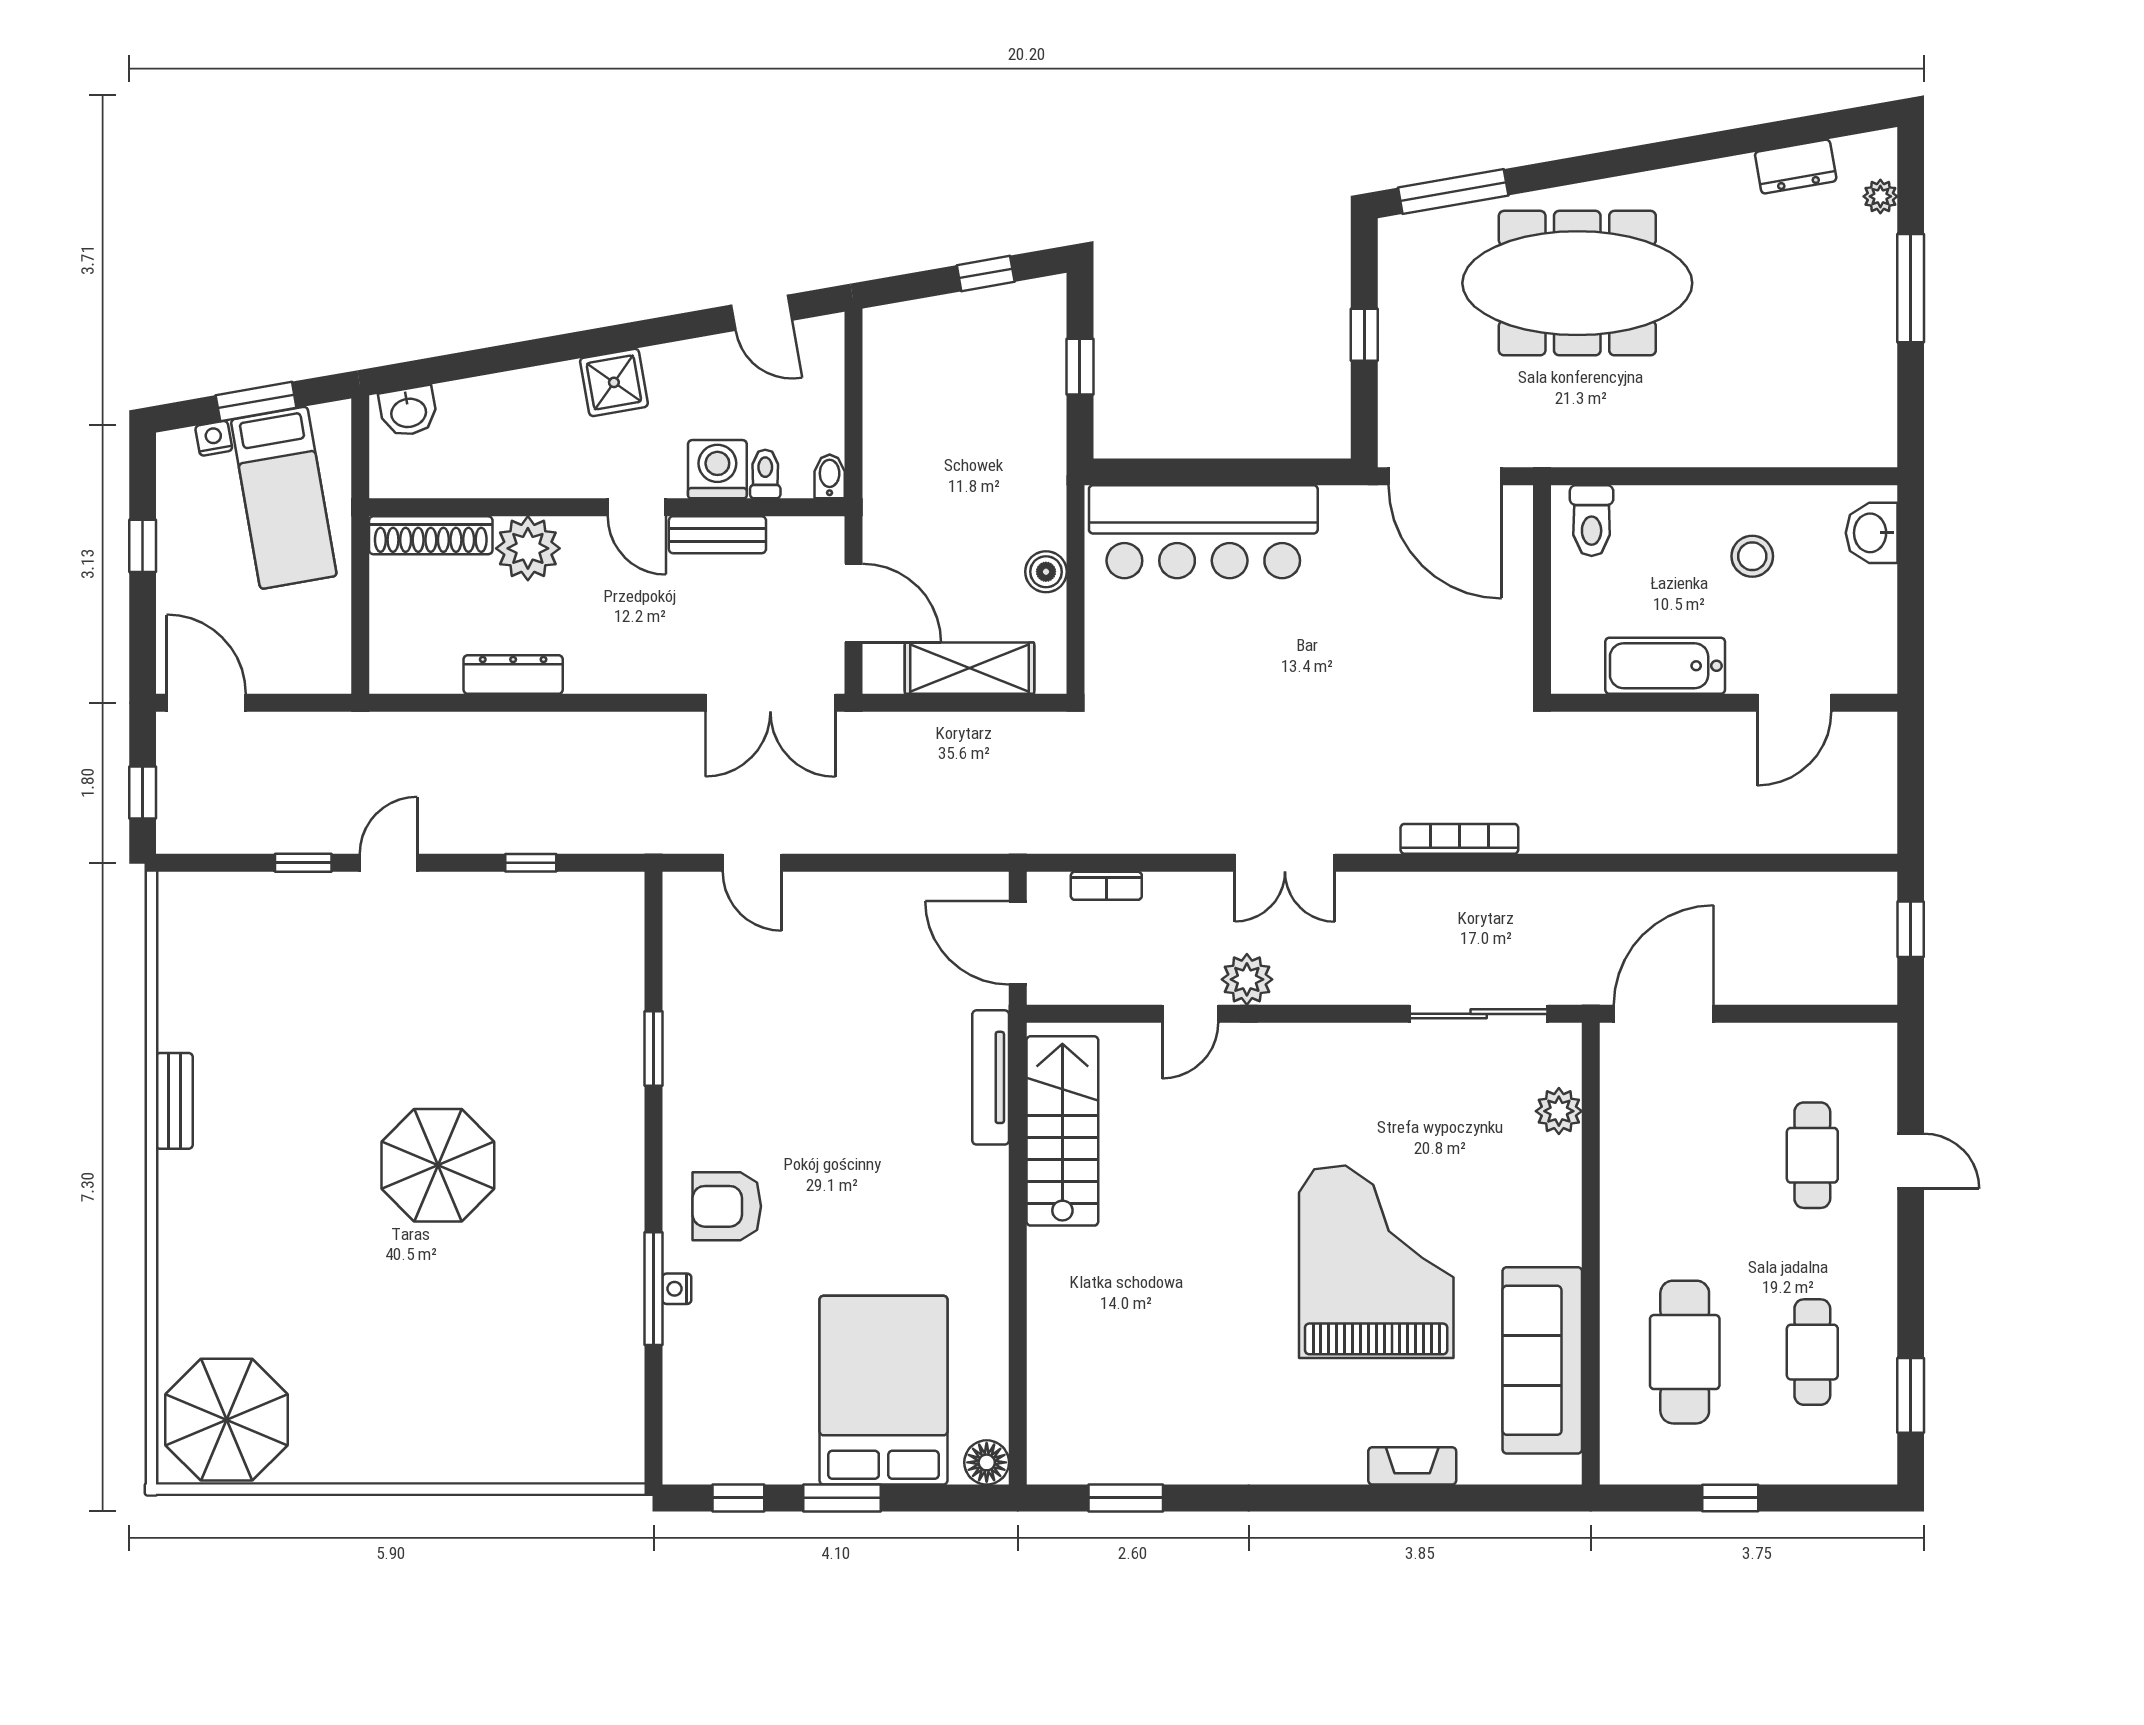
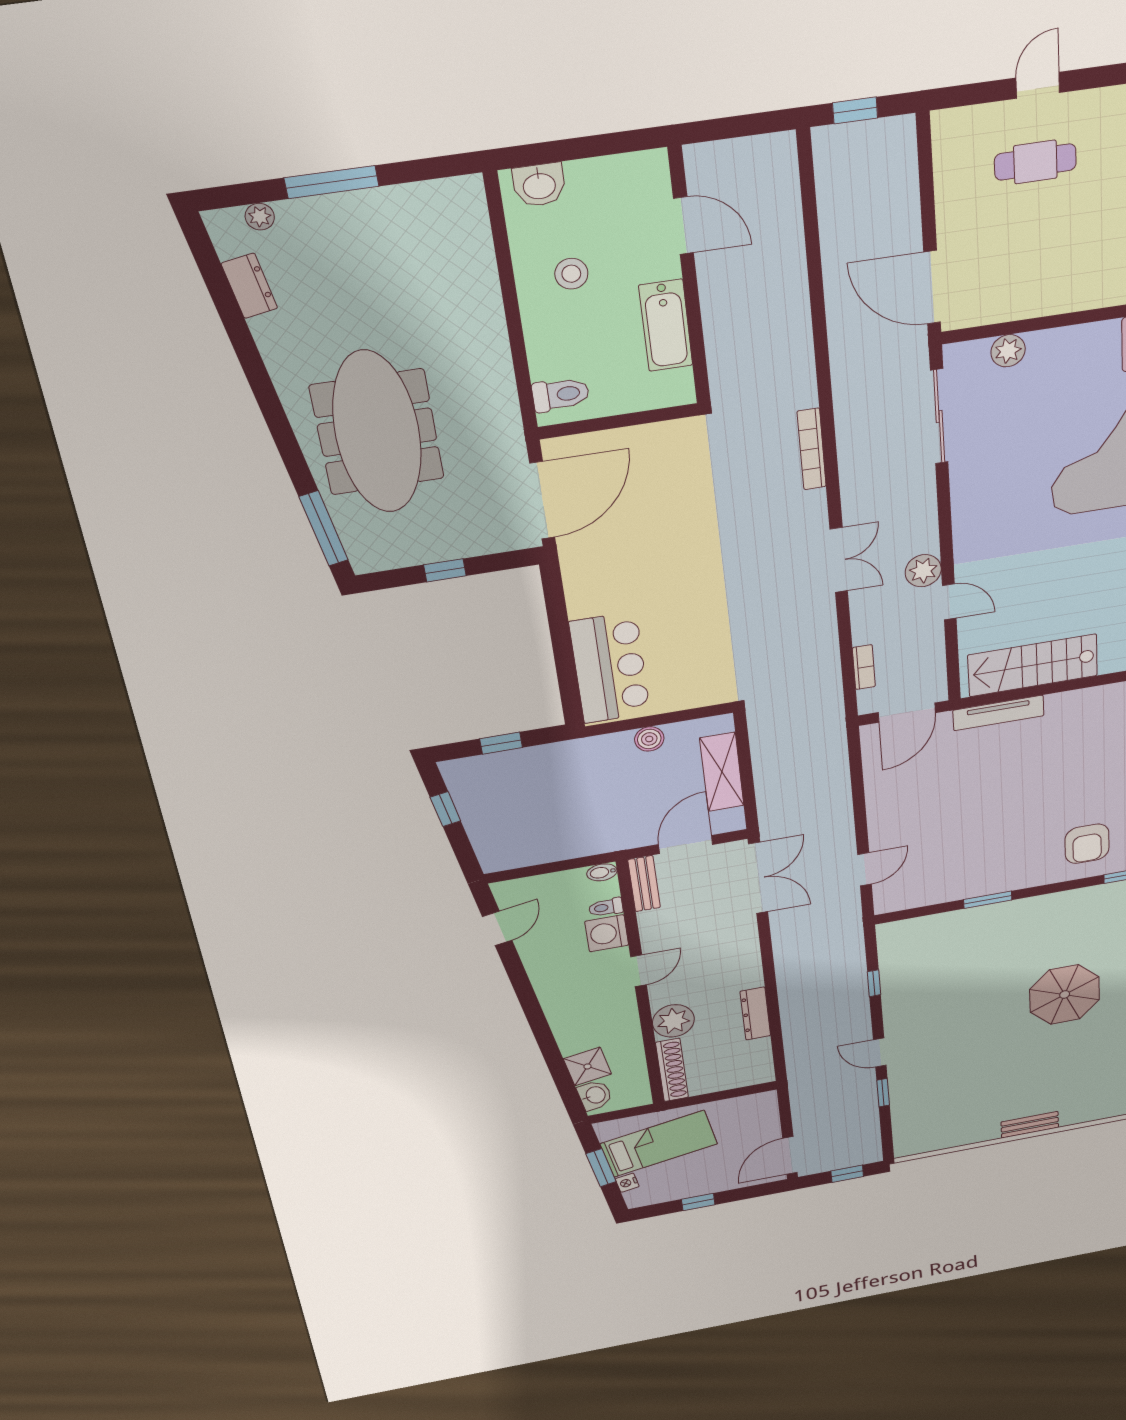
shower: (614, 382) -> (588, 1066), moved
bar counter: (1203, 532) -> (610, 668), width x0.73
bench: (717, 535) -> (644, 884), moved

